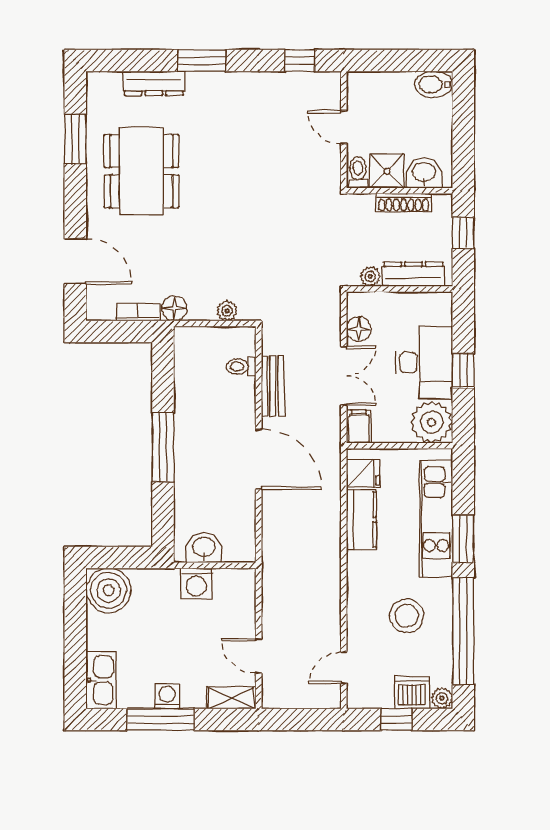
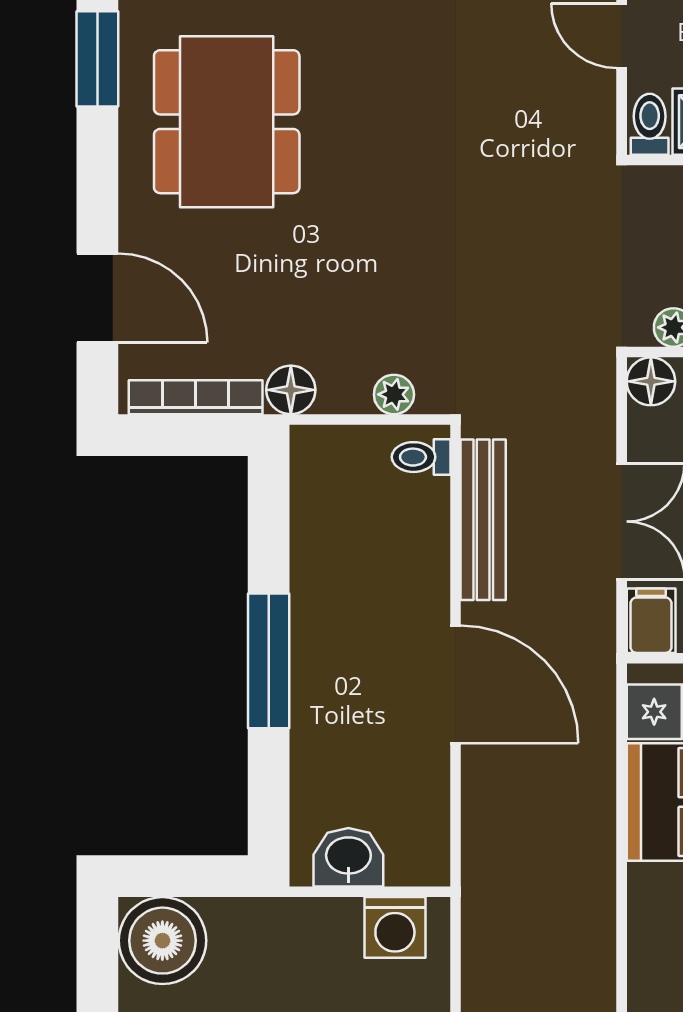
bookcase: (138, 312) -> (196, 397), width x1.56
floor lamp: (359, 329) -> (651, 381), moved
toilet: (241, 366) -> (421, 457), moved
bench: (273, 386) -> (483, 520), width x1.36
washing machine: (196, 584) -> (395, 927), moved

